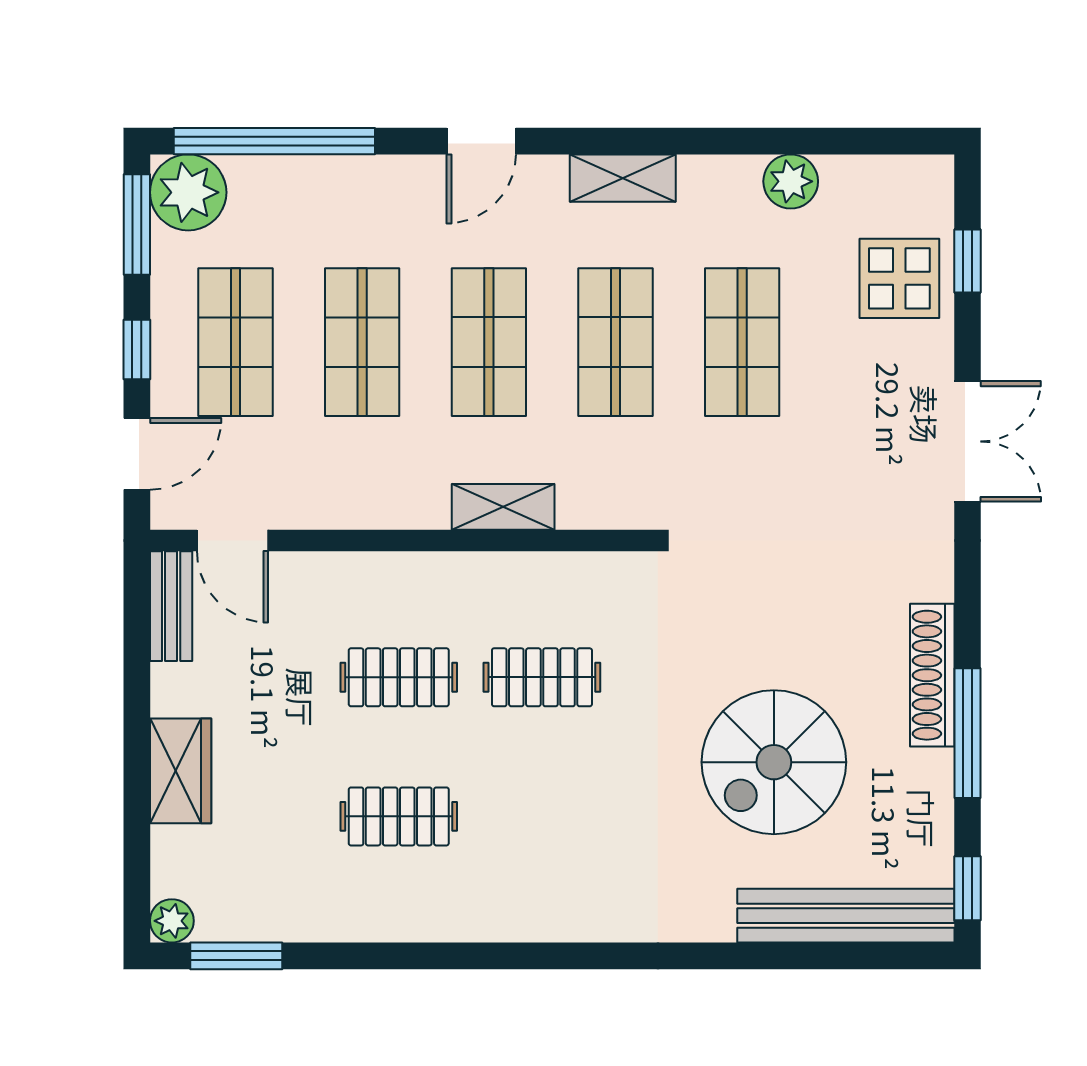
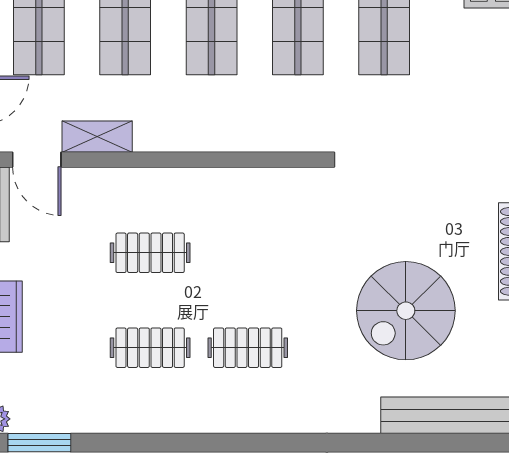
shelving: (503, 507) -> (97, 137), moved
clothes rail: (542, 677) -> (248, 348), moved

